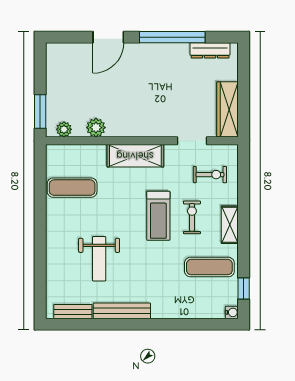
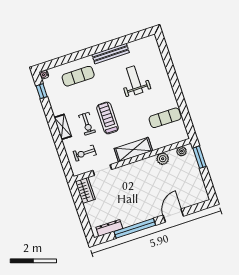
wardrobe: (228, 109) -> (85, 190), width x0.67
exercise mat: (209, 267) -> (78, 76), moved
bench: (73, 312) -> (140, 43), removed

